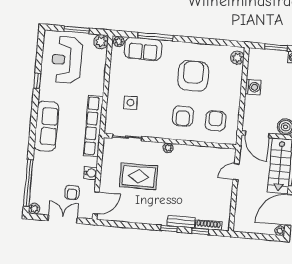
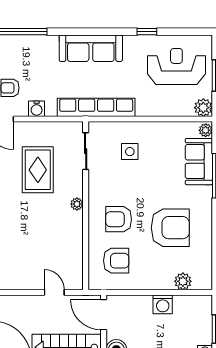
plant: (237, 58) -> (183, 281), moved
door: (257, 134) -> (104, 315), hinge flipped

